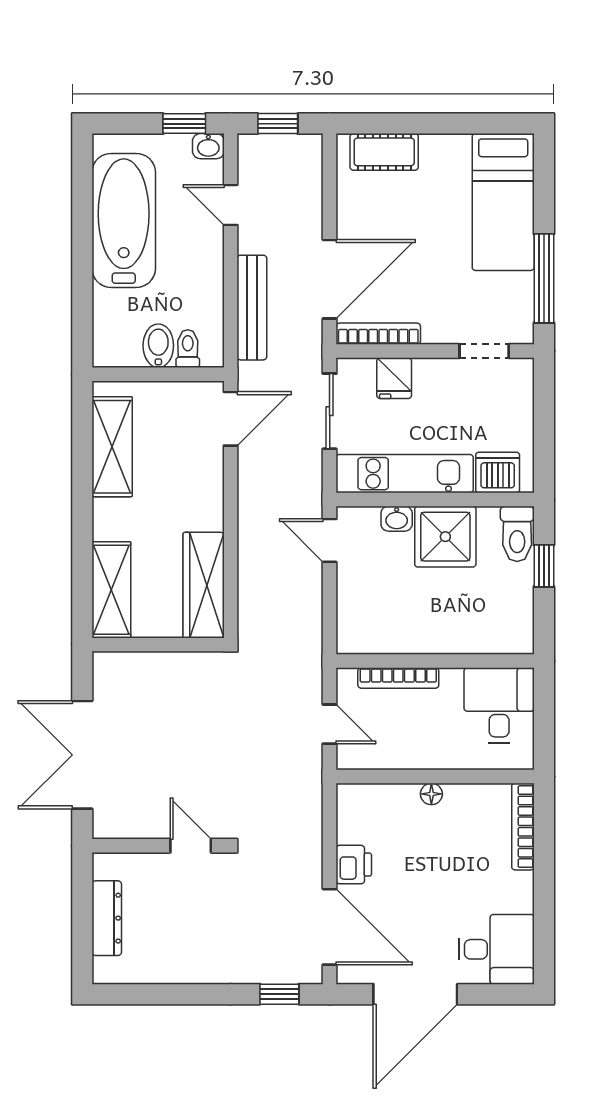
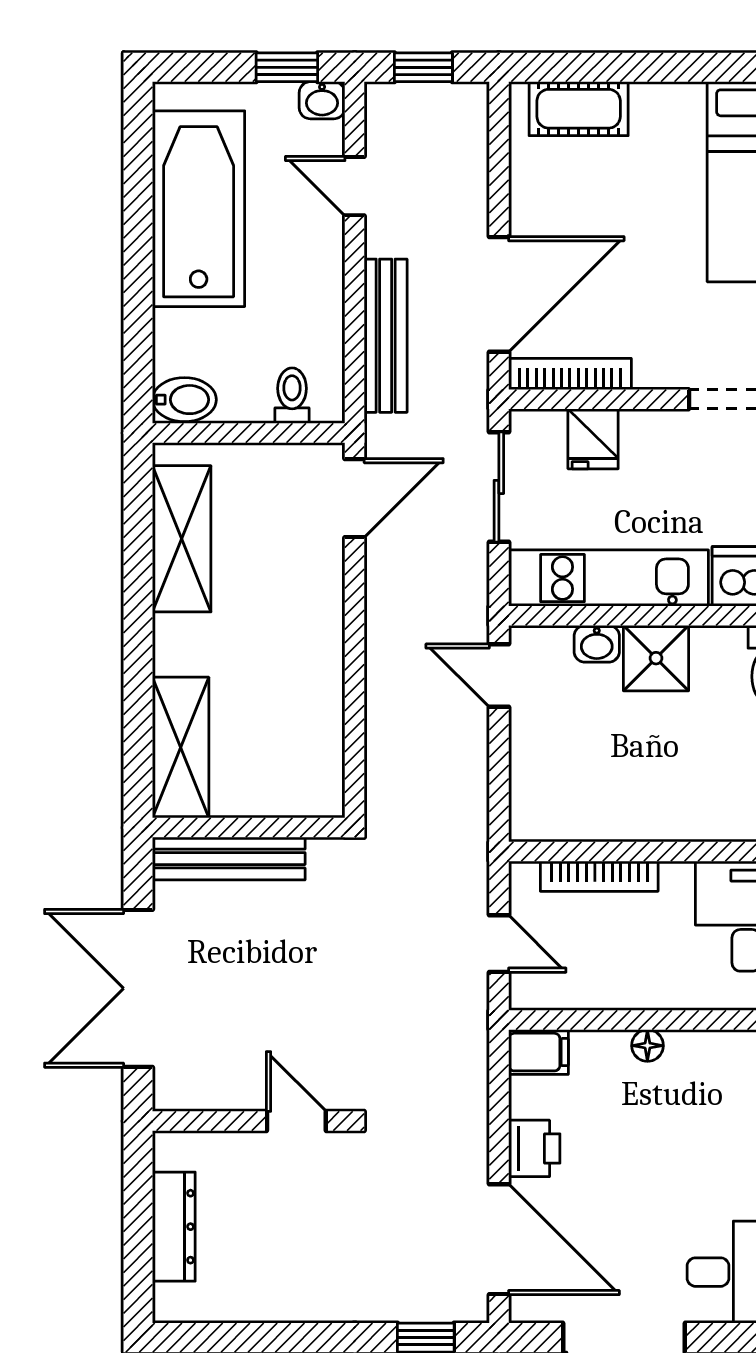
bidet: (158, 346) -> (184, 400), moved, turned 90
shower: (445, 537) -> (656, 658), width x0.73, depth x0.73
wardrobe: (204, 585) -> (315, 741), removed
bench: (144, 666) -> (229, 859), added
filing cabinet: (357, 798) -> (538, 1052), added

